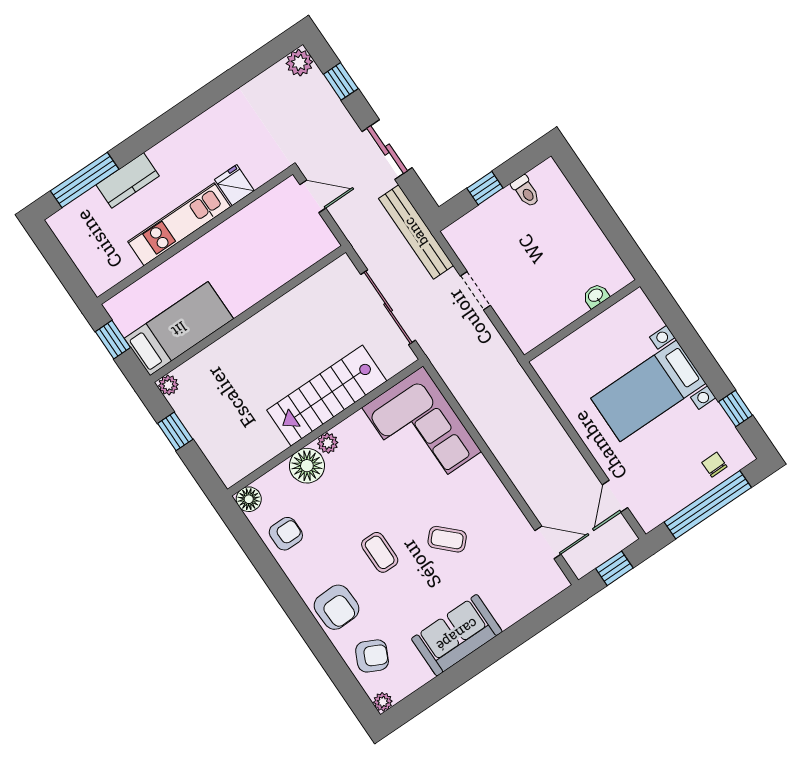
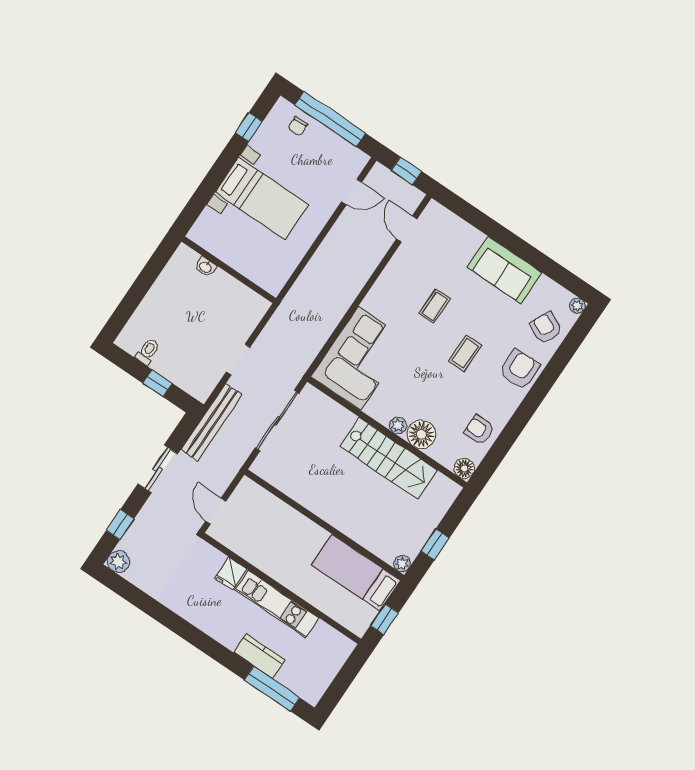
stairs: (327, 395) -> (389, 458), moved
coffee table: (447, 539) -> (435, 306), turned 46

